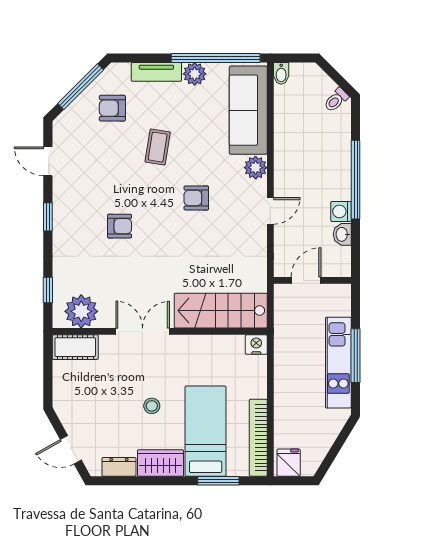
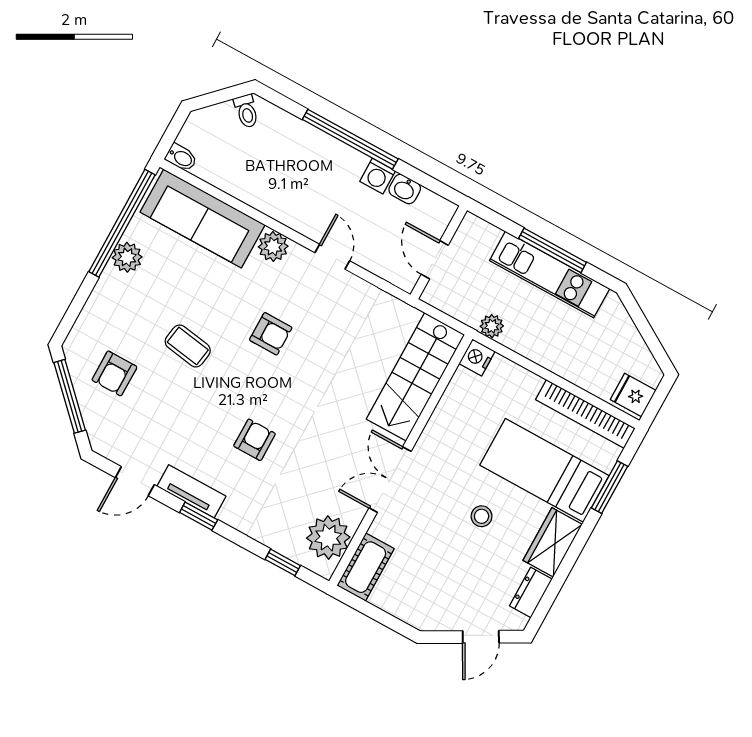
tv unit: (156, 72) -> (191, 491), moved, turned -90
armchair: (196, 198) -> (271, 334), turned -90
plant: (283, 343) -> (492, 326), added

